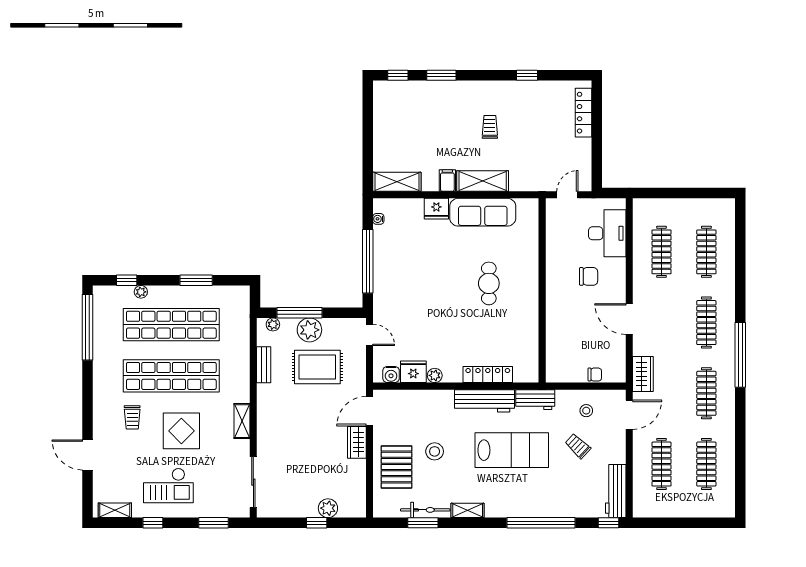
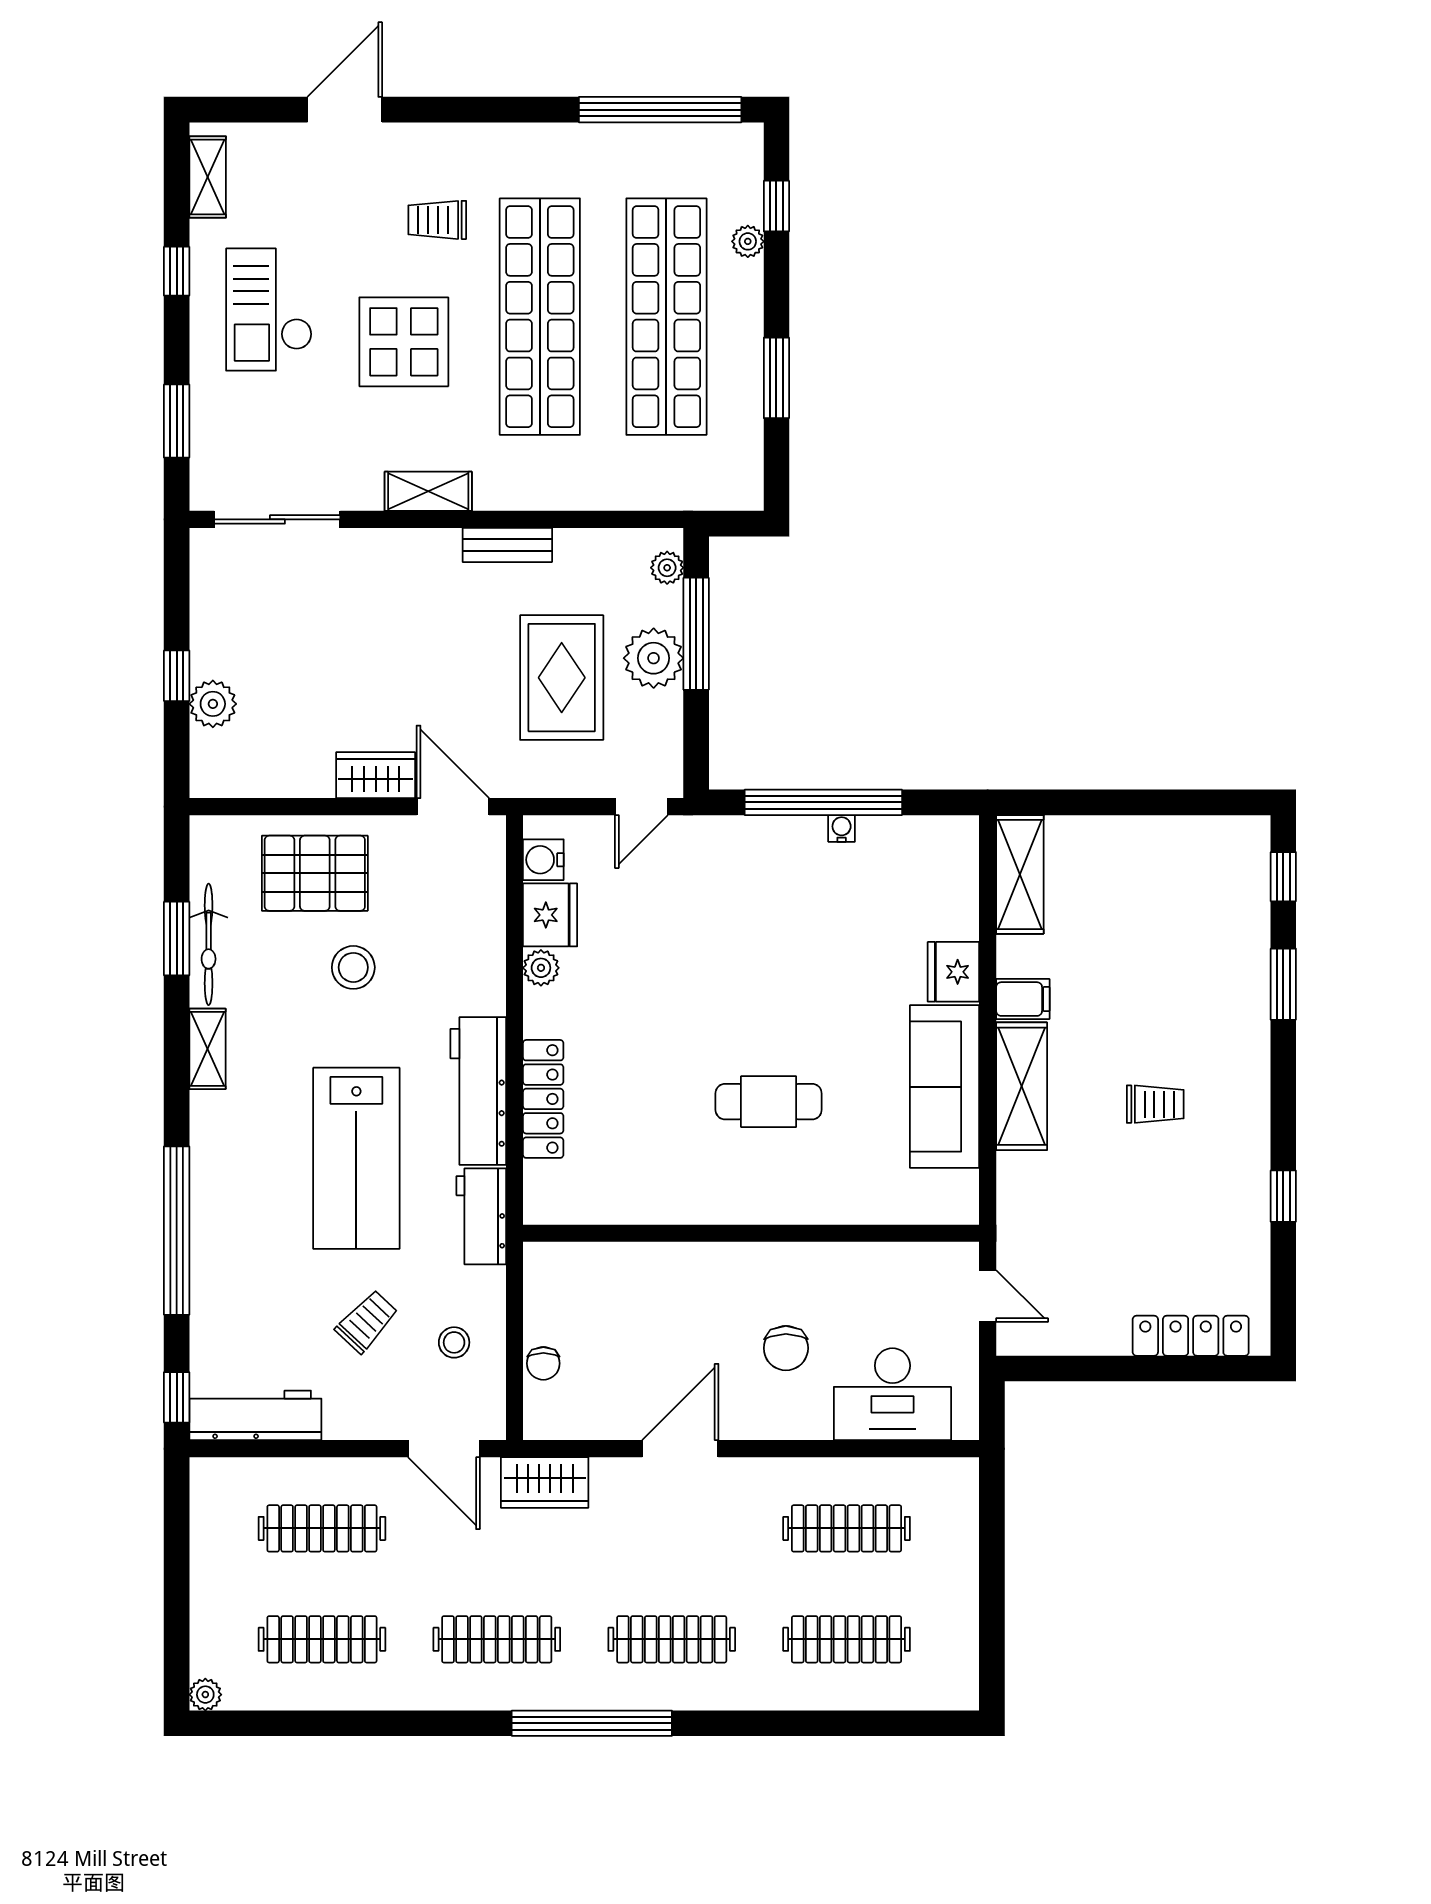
water cooler: (378, 219) -> (842, 828), moved
bench: (264, 365) -> (507, 545), moved
plant: (729, 511) -> (205, 1695), added

